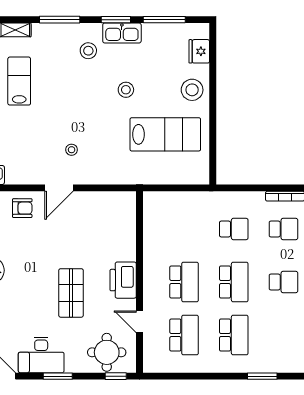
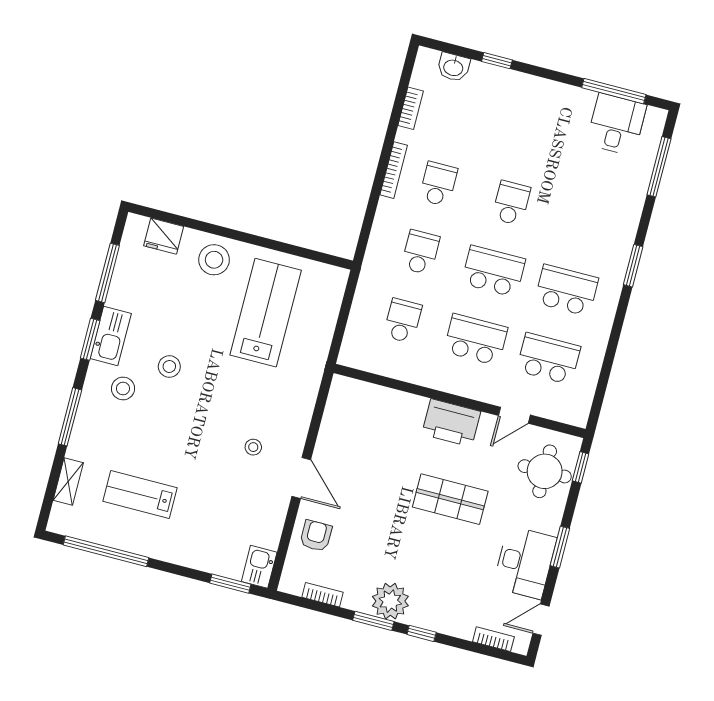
stool: (126, 90) -> (169, 366), moved
school desk: (184, 229) -> (403, 321), added

